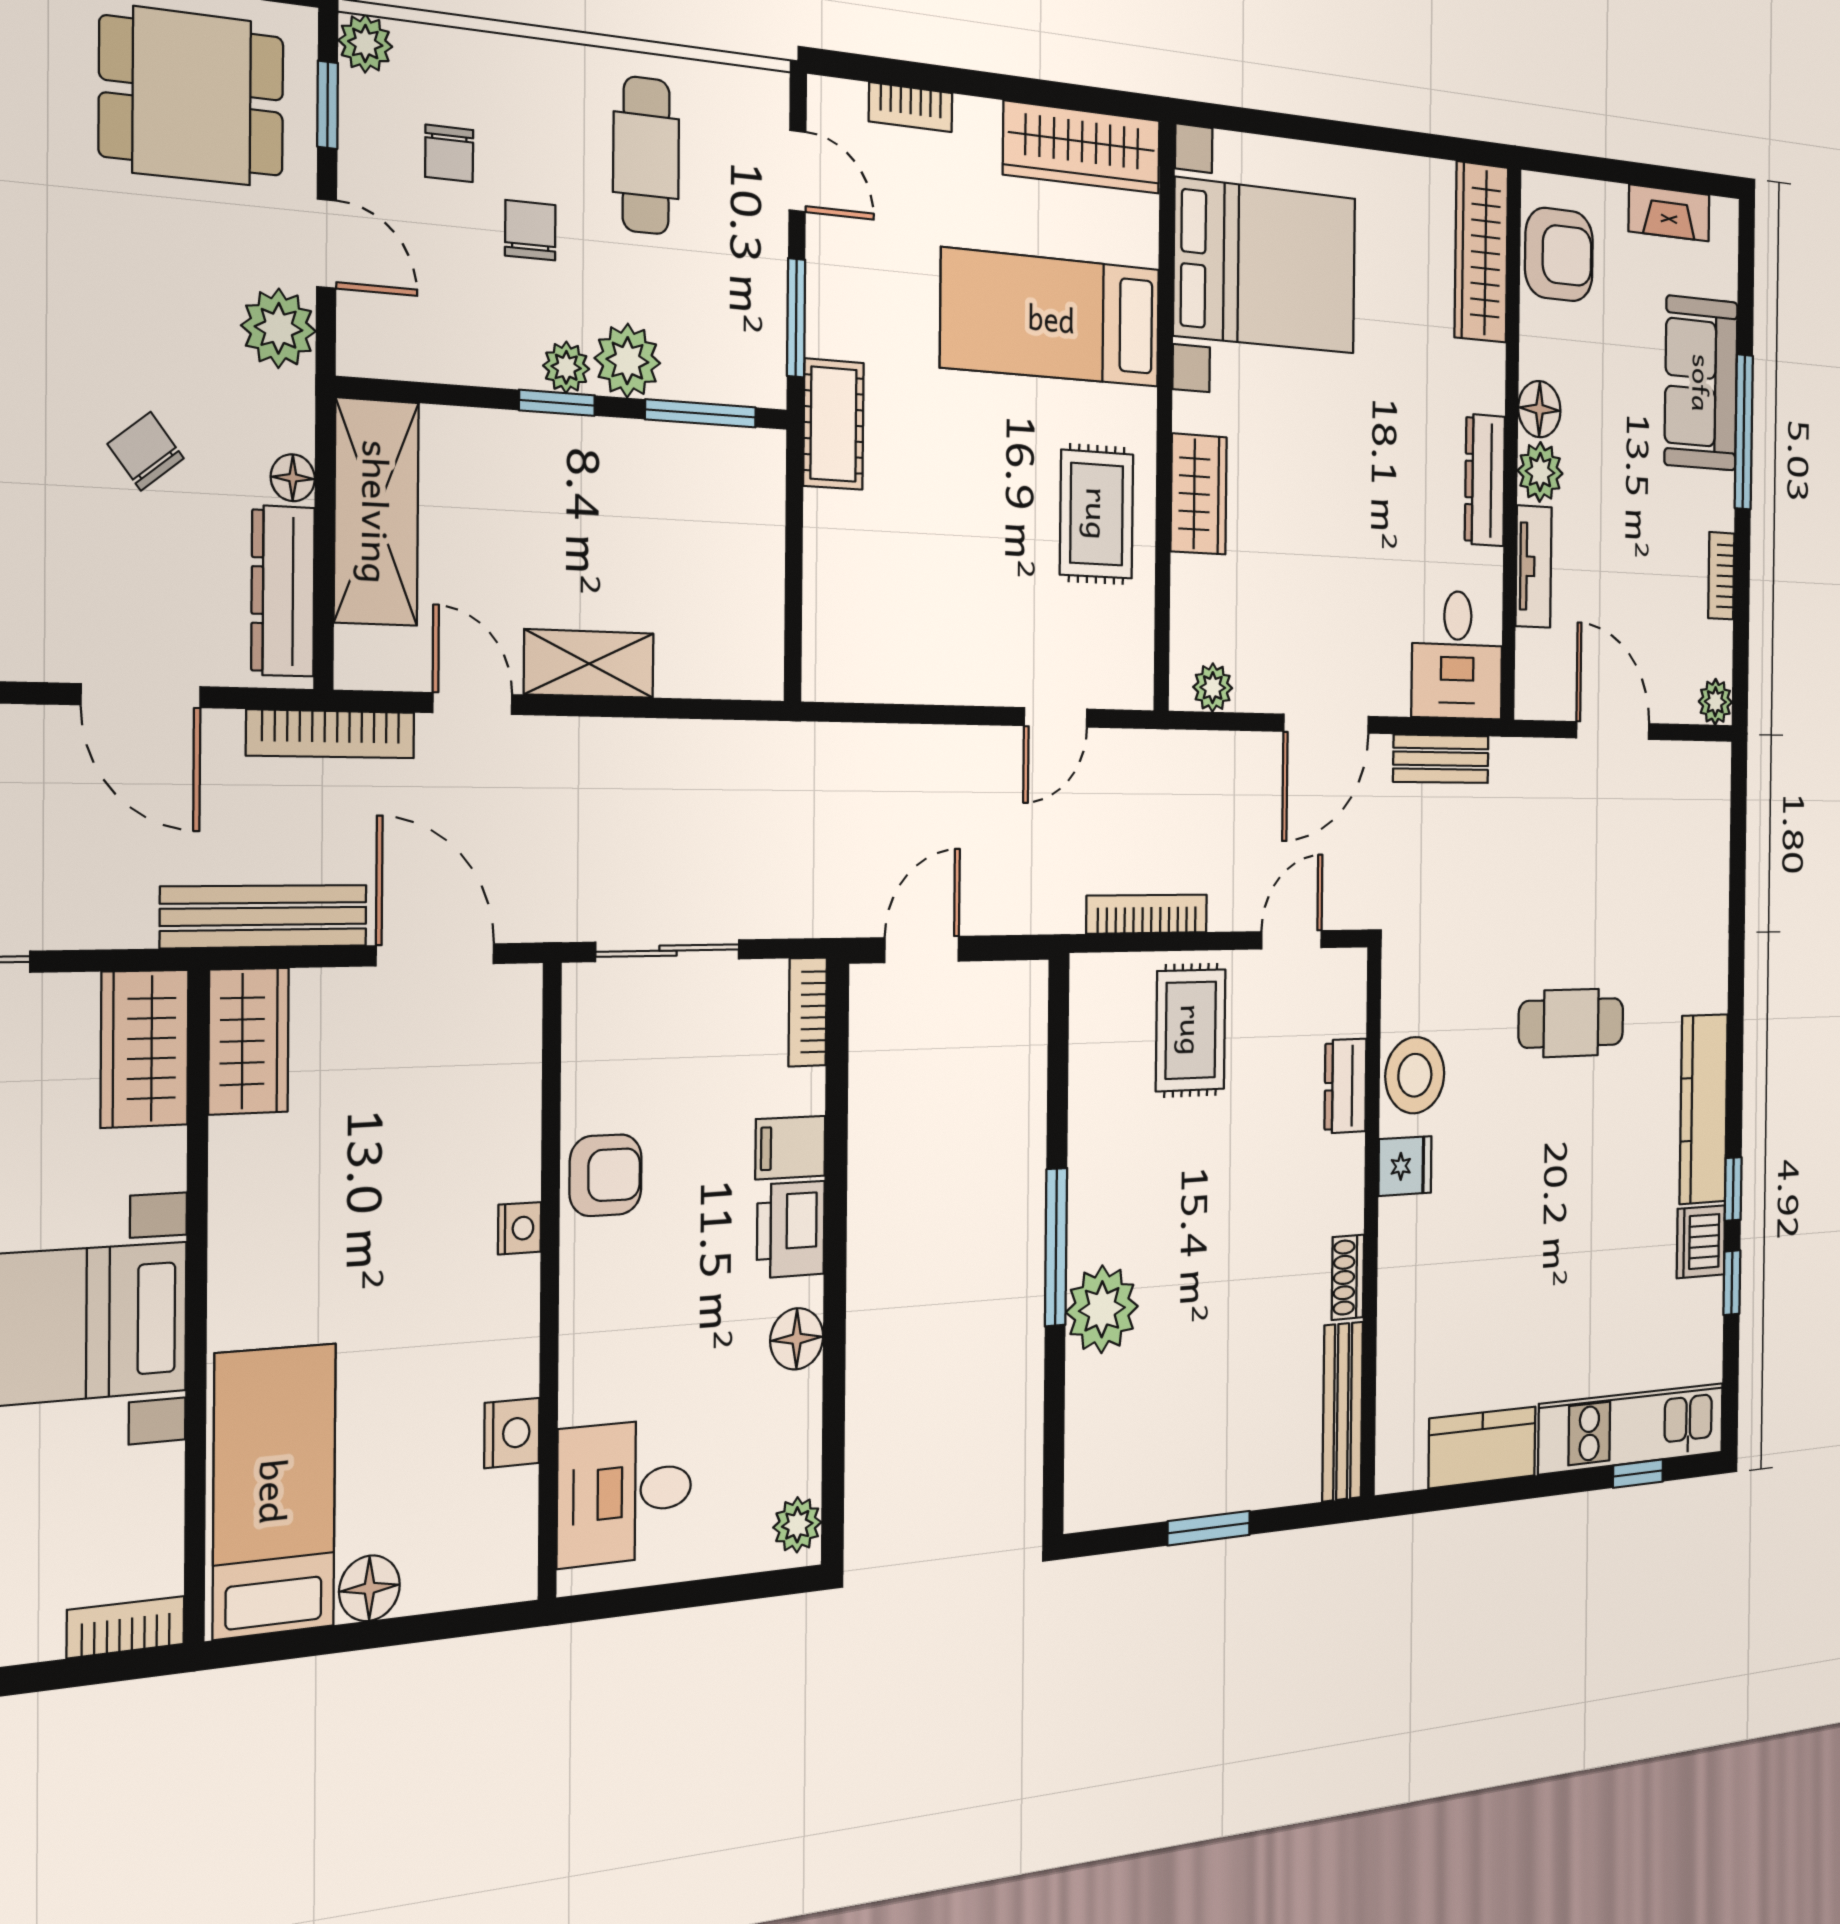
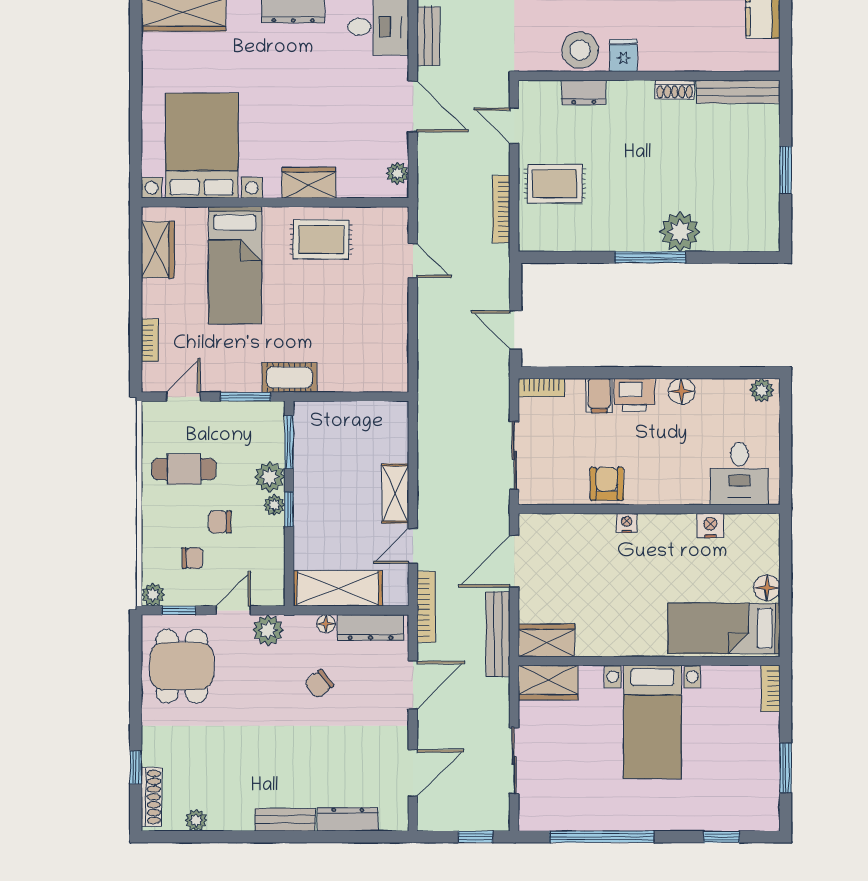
wardrobe: (1082, 147) -> (158, 250), width x0.67

